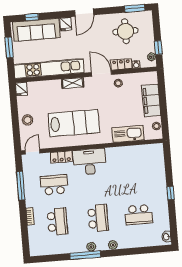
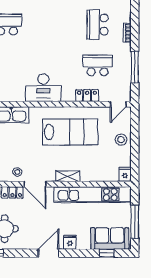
sofa: (36, 30) -> (110, 238), width x0.73
window: (9, 47) -> (135, 222), width x1.44
lab bench: (74, 123) -> (70, 132), turned 180
desk: (90, 162) -> (43, 88), moved
school desk: (54, 185) -> (98, 65), turned 180
school desk: (98, 218) -> (52, 25), removed

